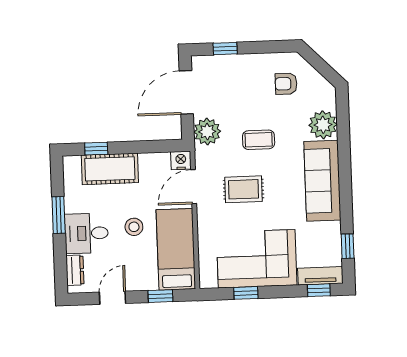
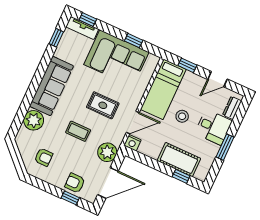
armchair: (229, 71) -> (75, 183), added

